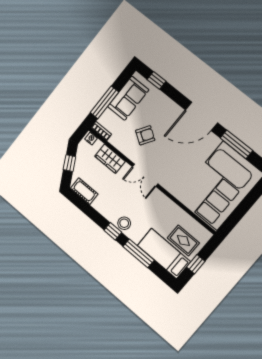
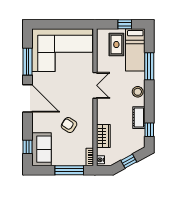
sofa: (128, 98) -> (41, 149), moved, turned 90
double door: (145, 175) -> (95, 85), moved
cot: (84, 191) -> (139, 118), moved
window: (113, 231) -> (149, 130), moved

